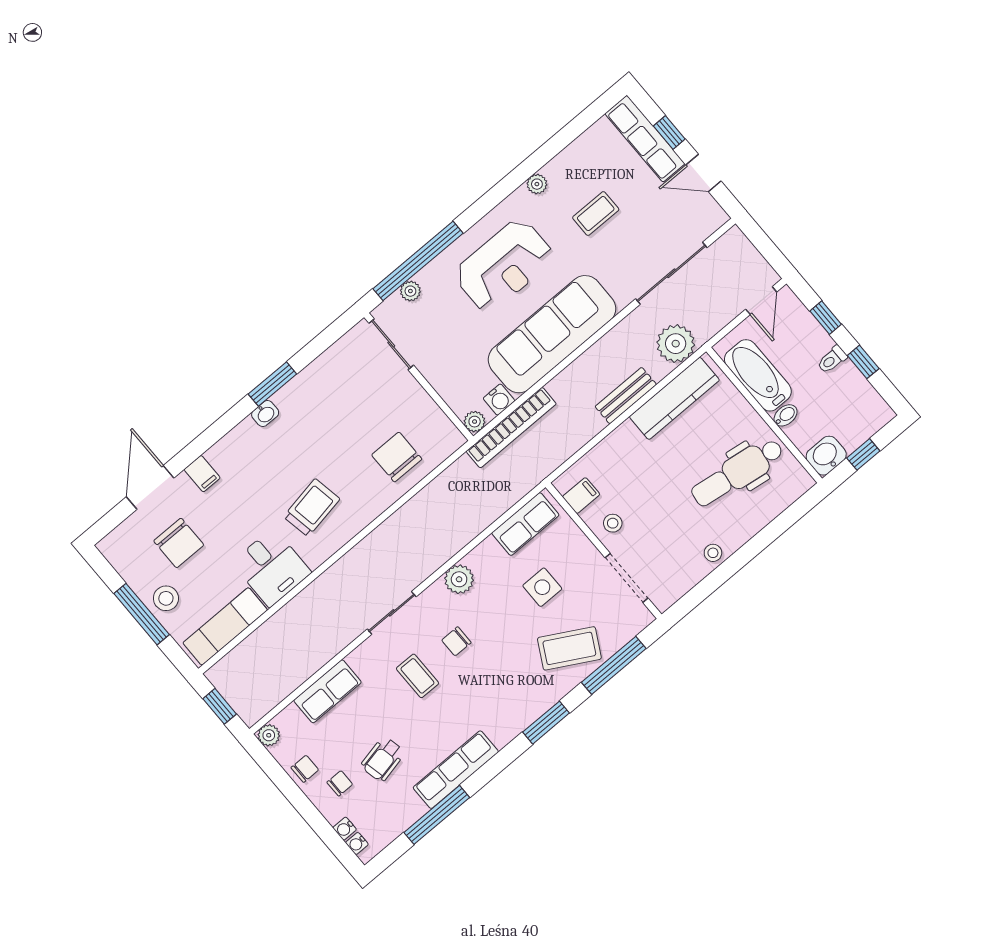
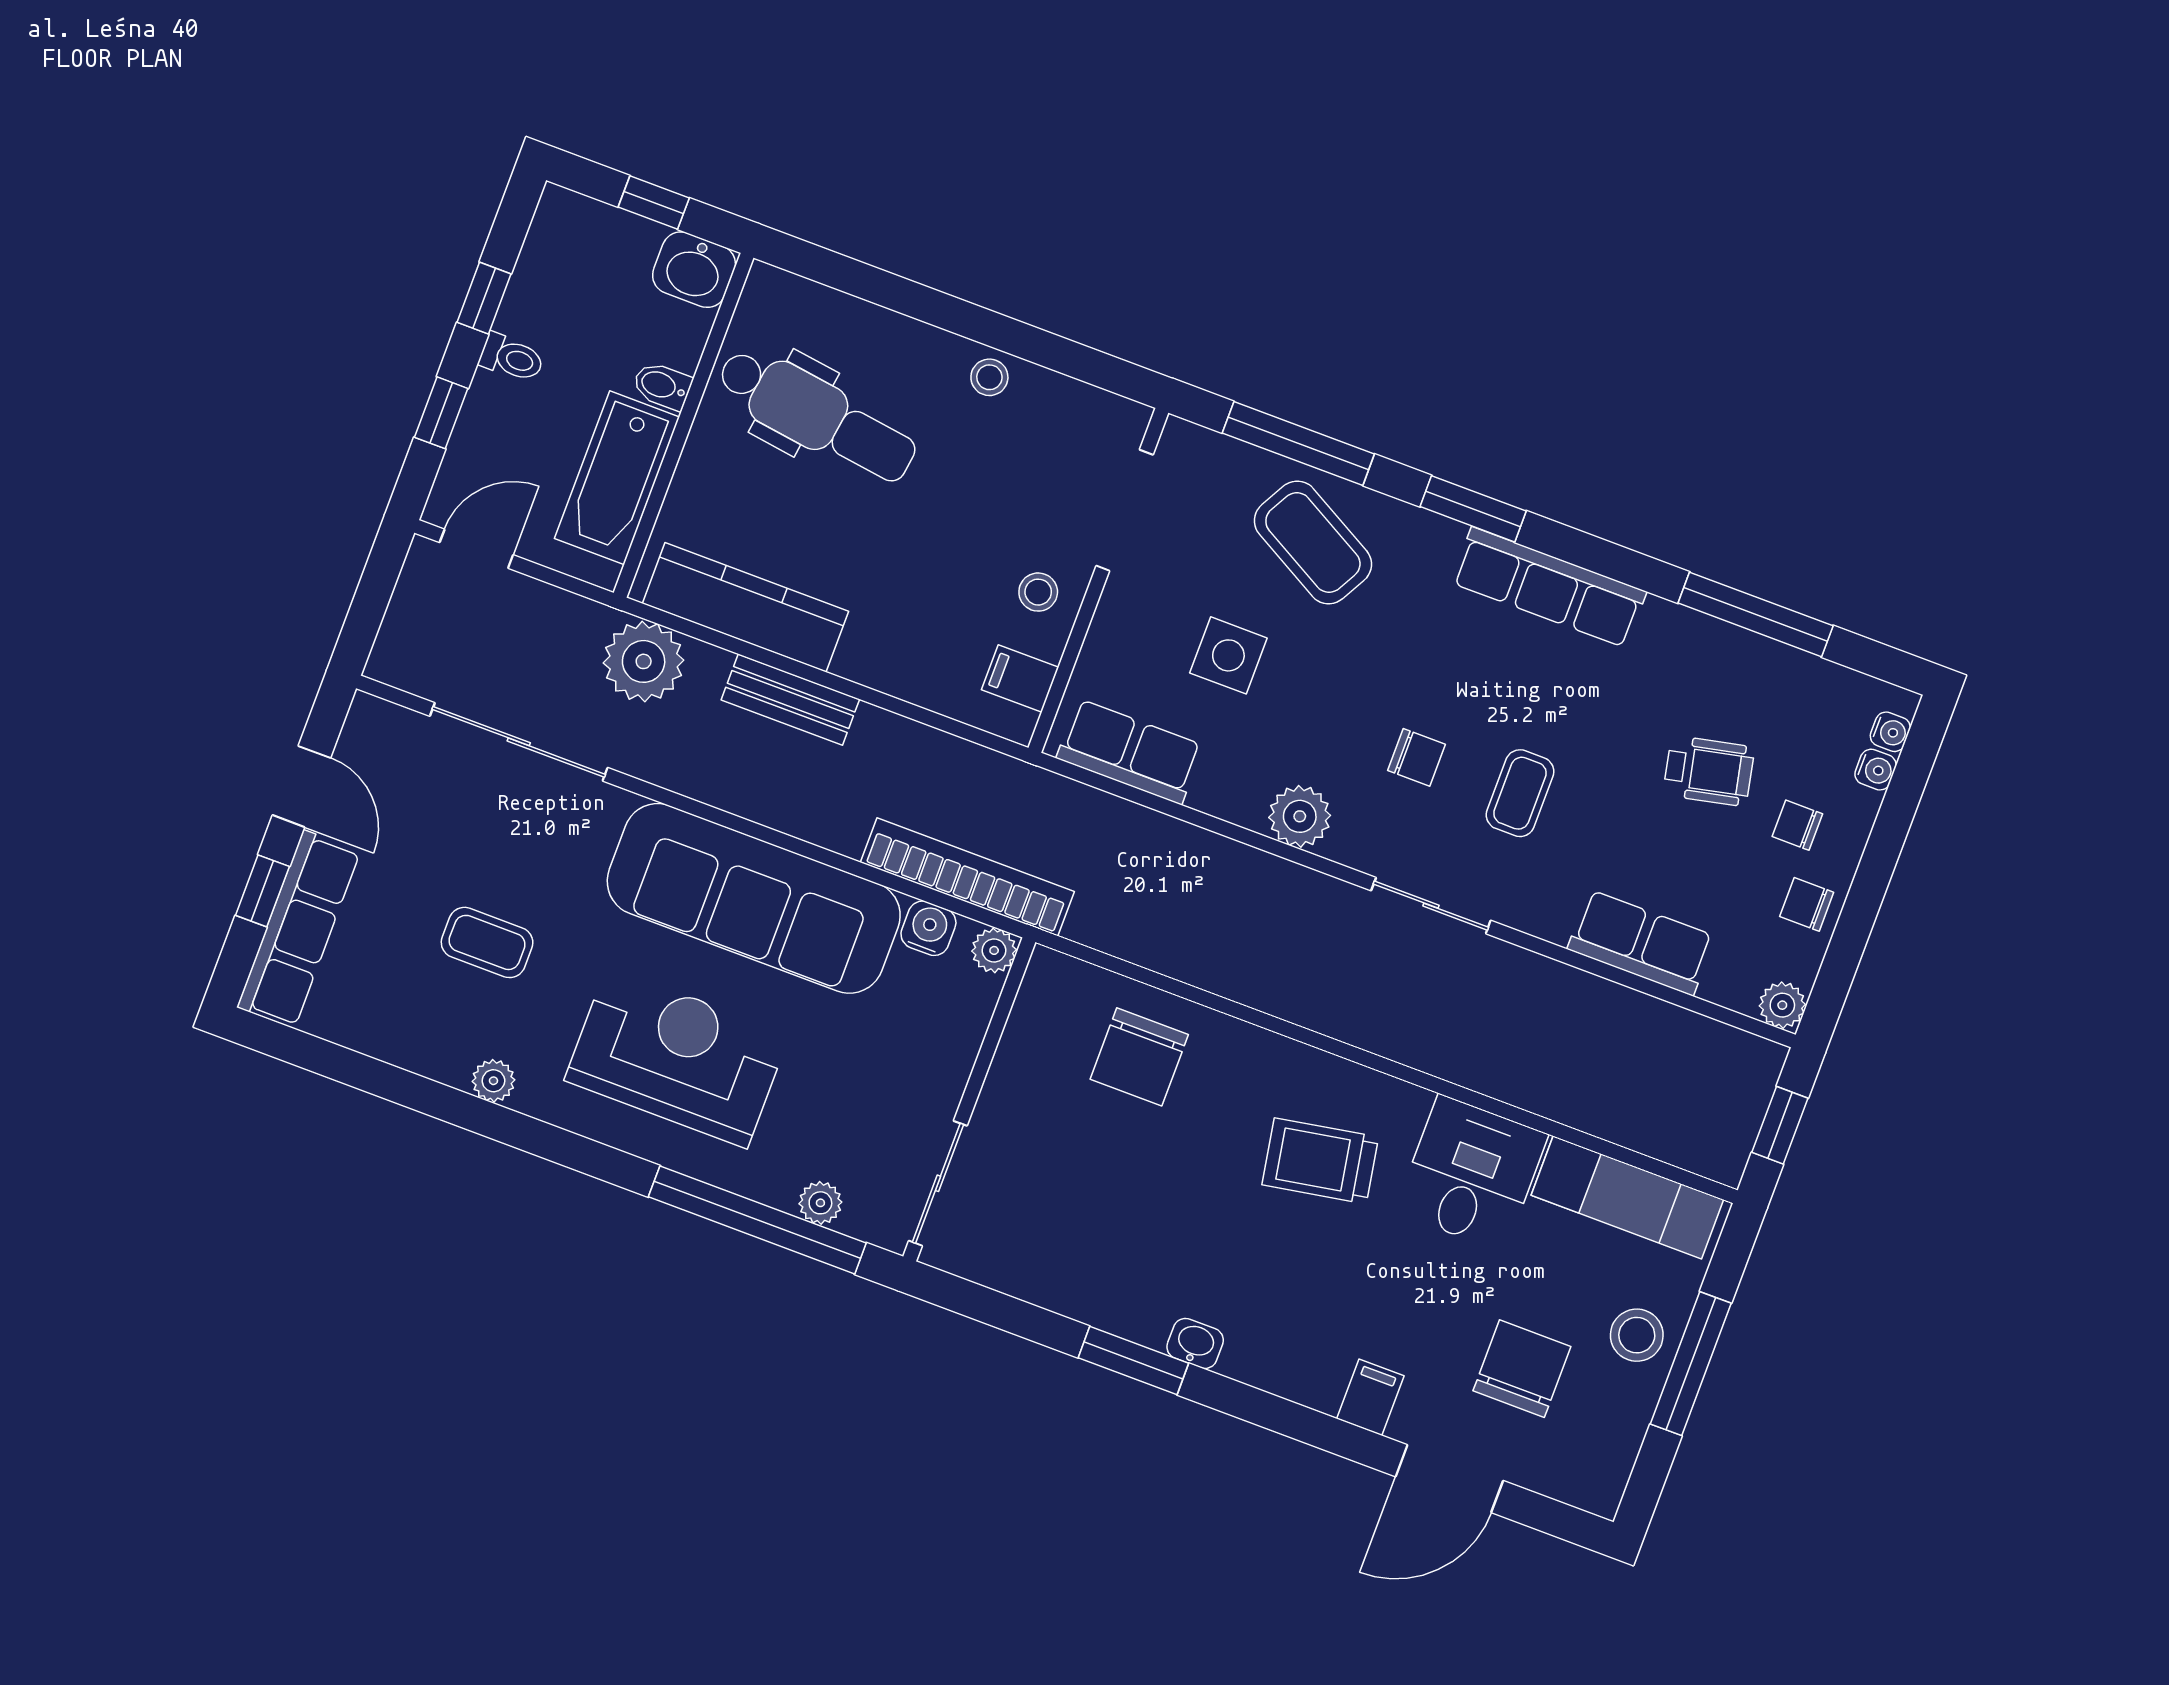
row of seats: (456, 770) -> (1549, 587), moved

